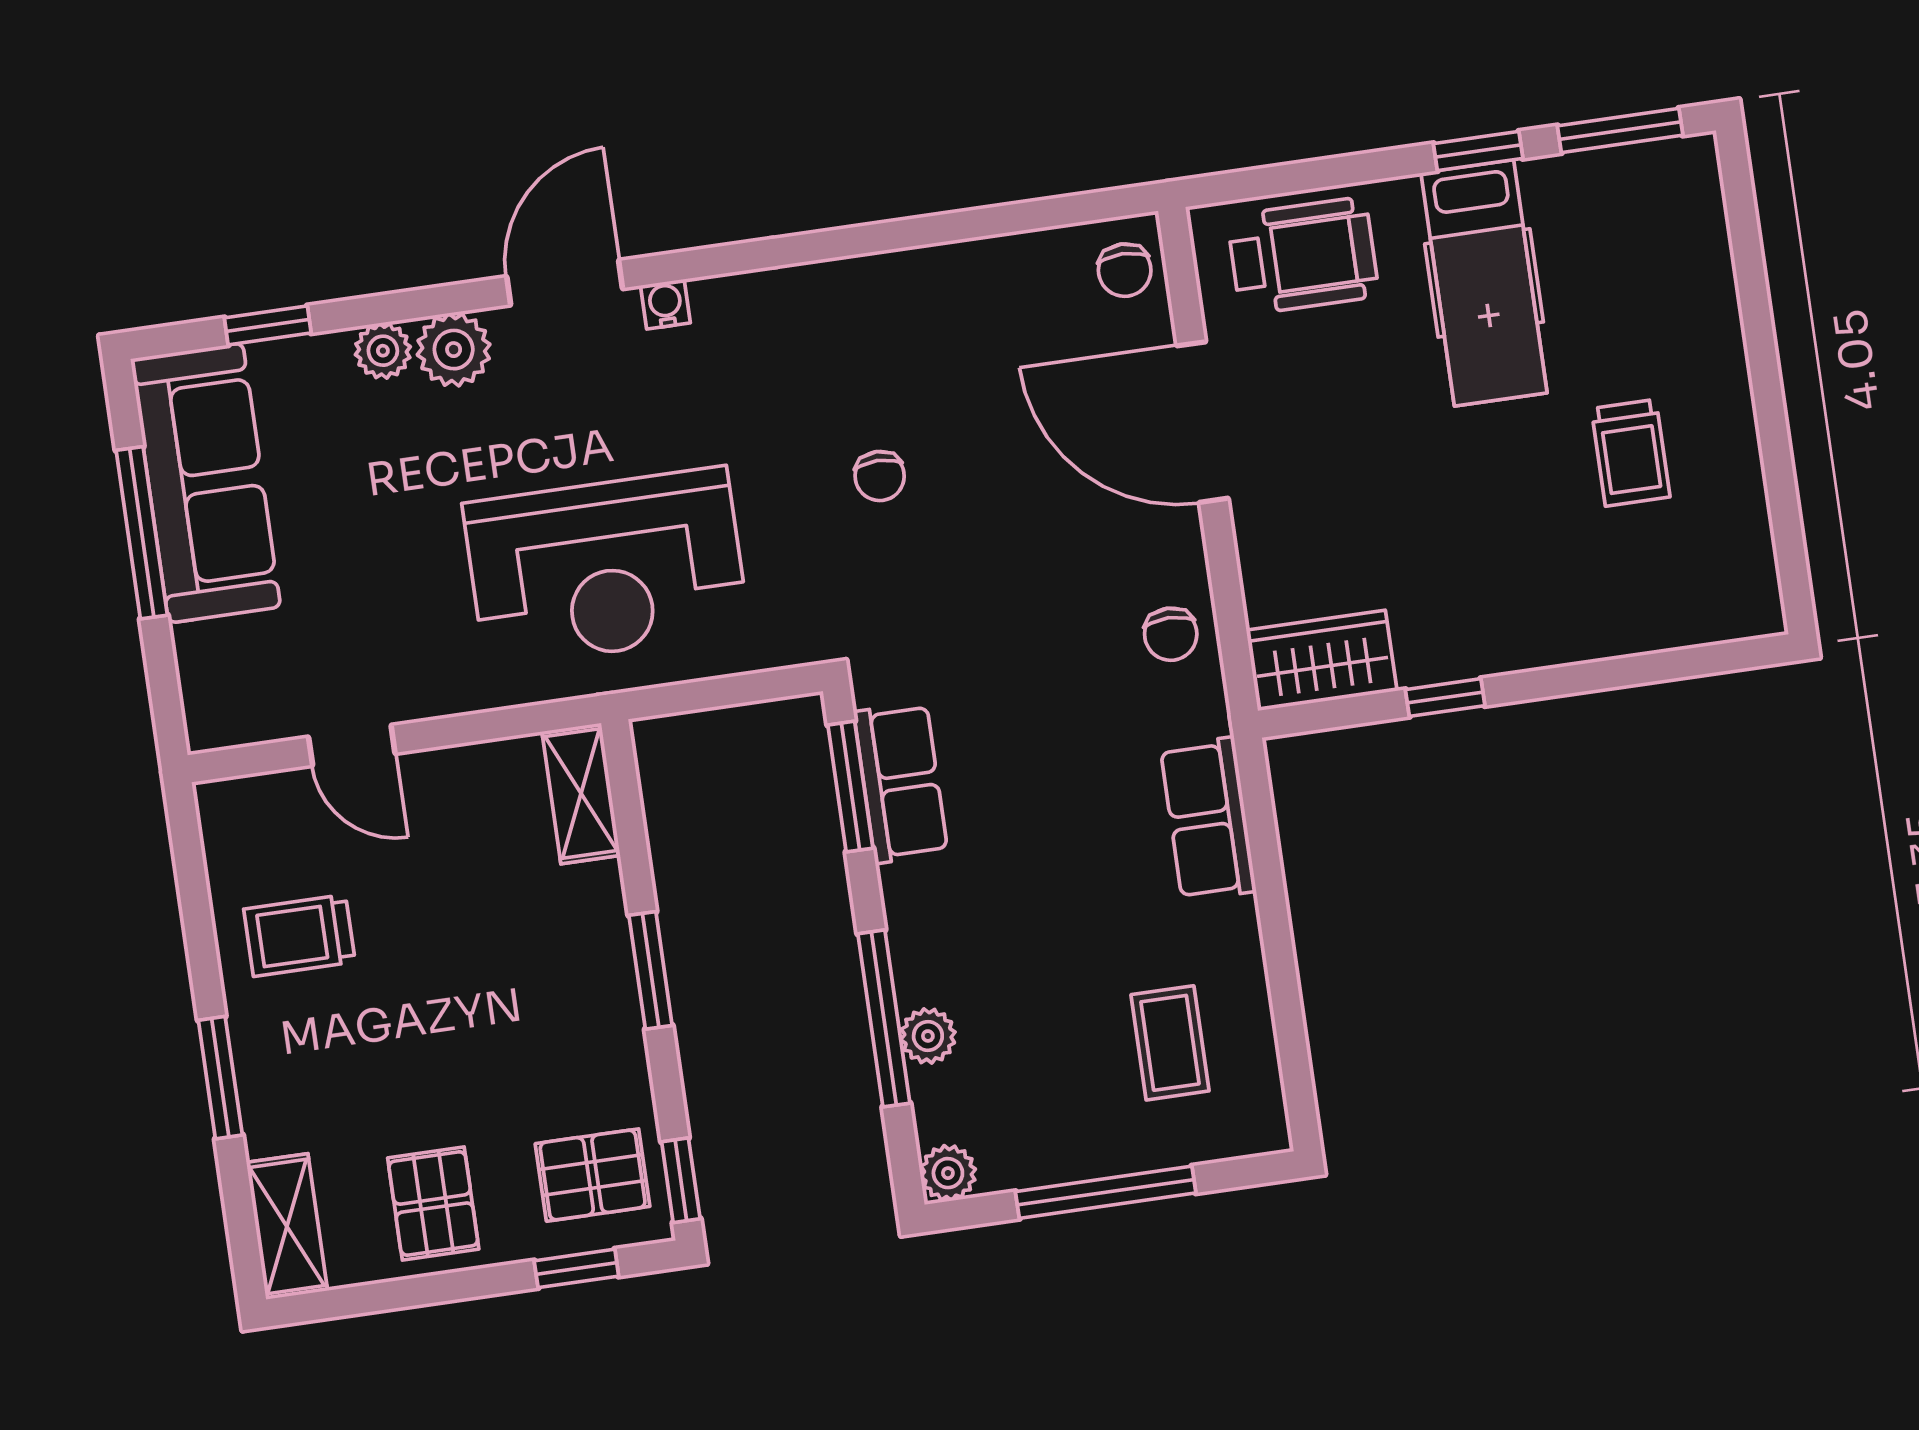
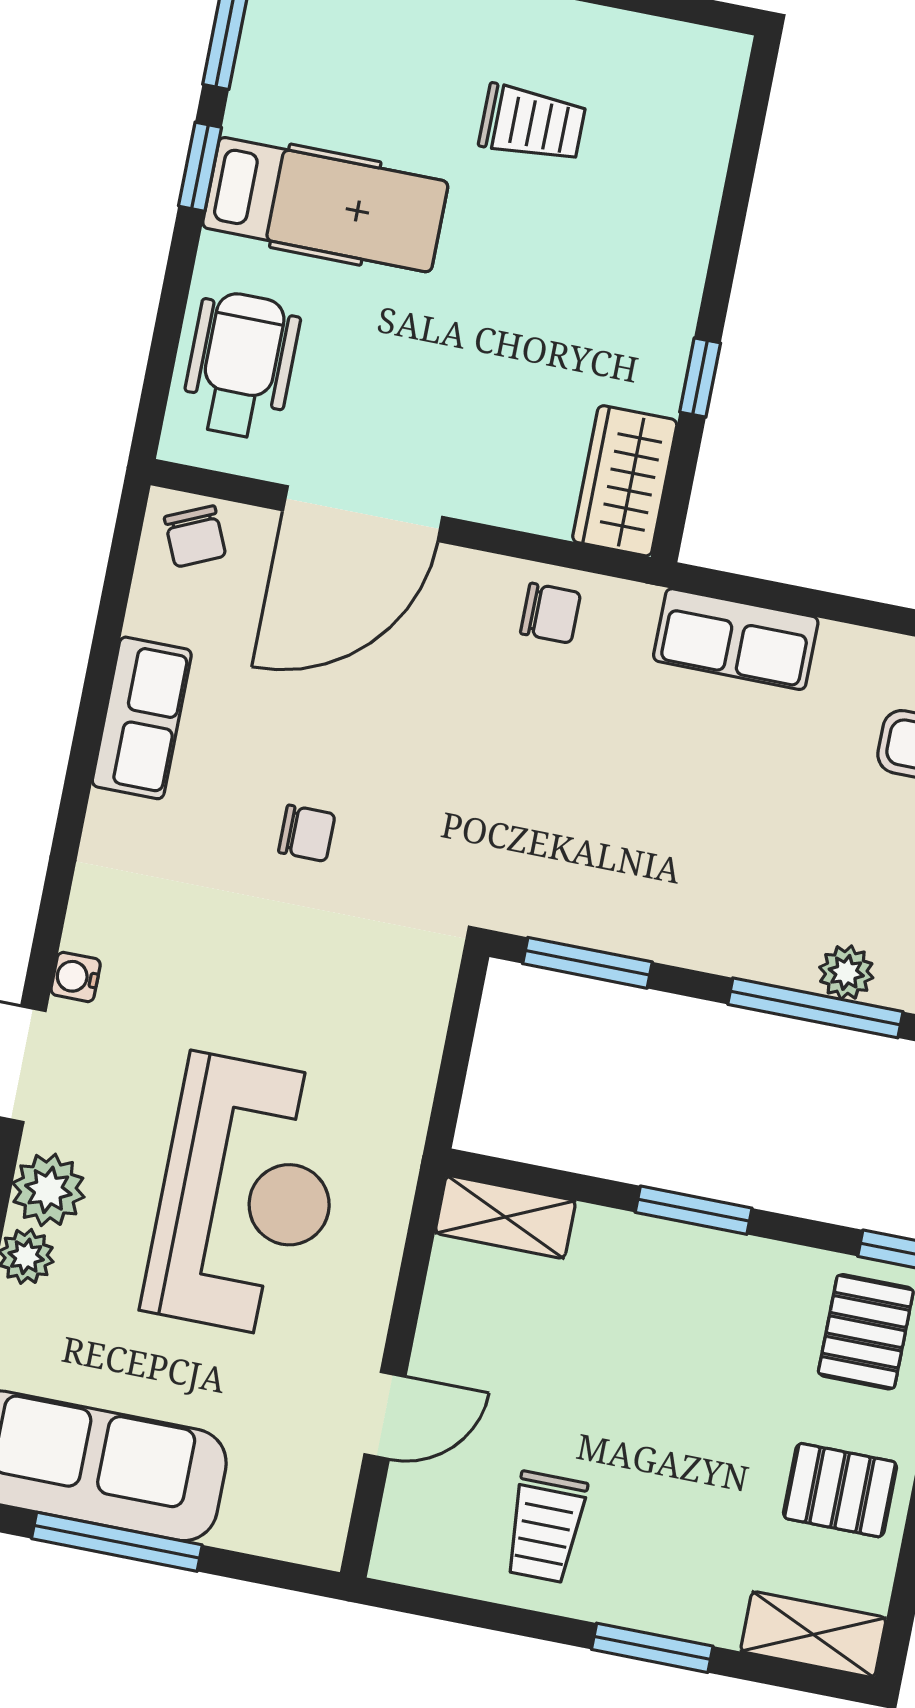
chair: (1125, 270) -> (195, 536), turned 66
reception desk: (606, 568) -> (247, 1196), moved
row of seats: (901, 783) -> (142, 718), moved, turned 90

